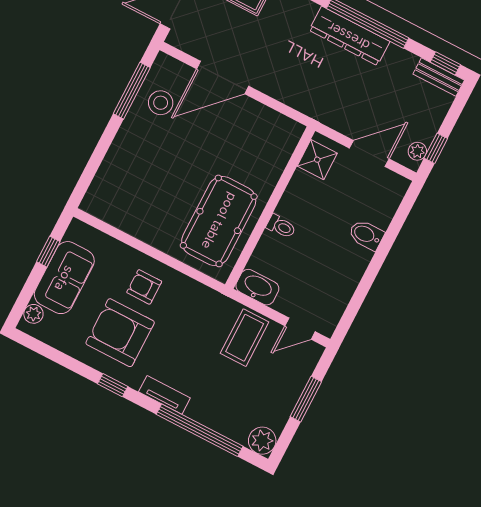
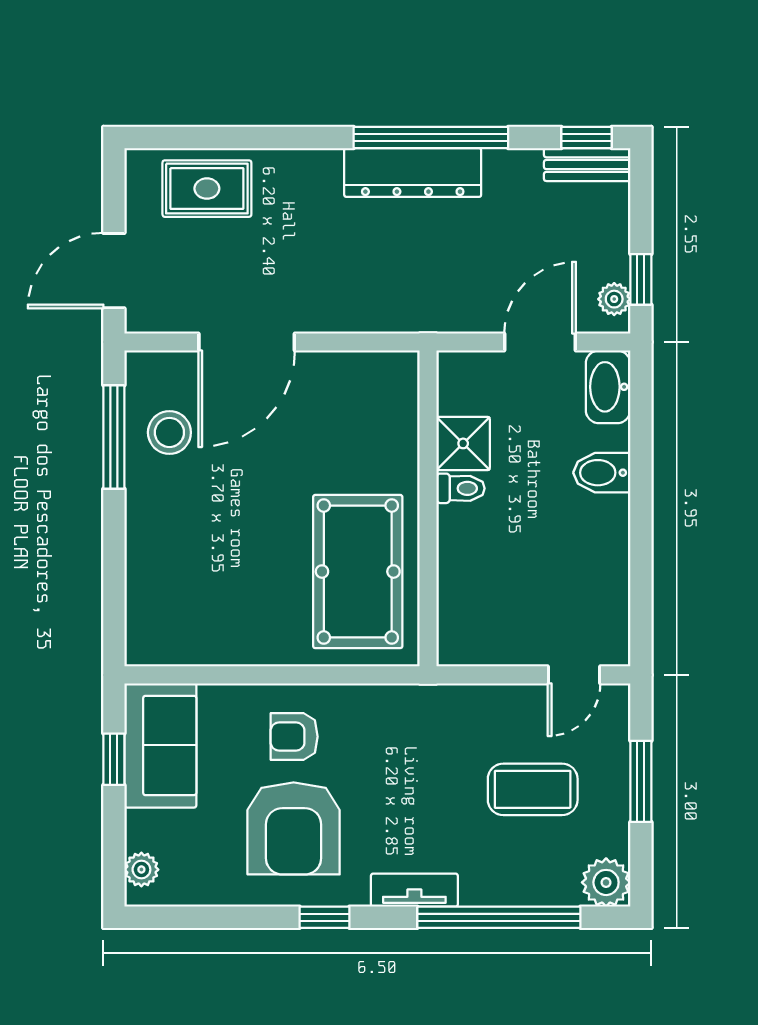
shower: (317, 160) -> (463, 443), moved
toilet: (281, 226) -> (461, 488), moved
sofa: (64, 278) -> (160, 745), moved
washbasin: (257, 287) -> (608, 387), moved, turned -90
armchair: (120, 333) -> (294, 828), turned -90
coffee table: (245, 338) -> (533, 789), moved, turned 90

